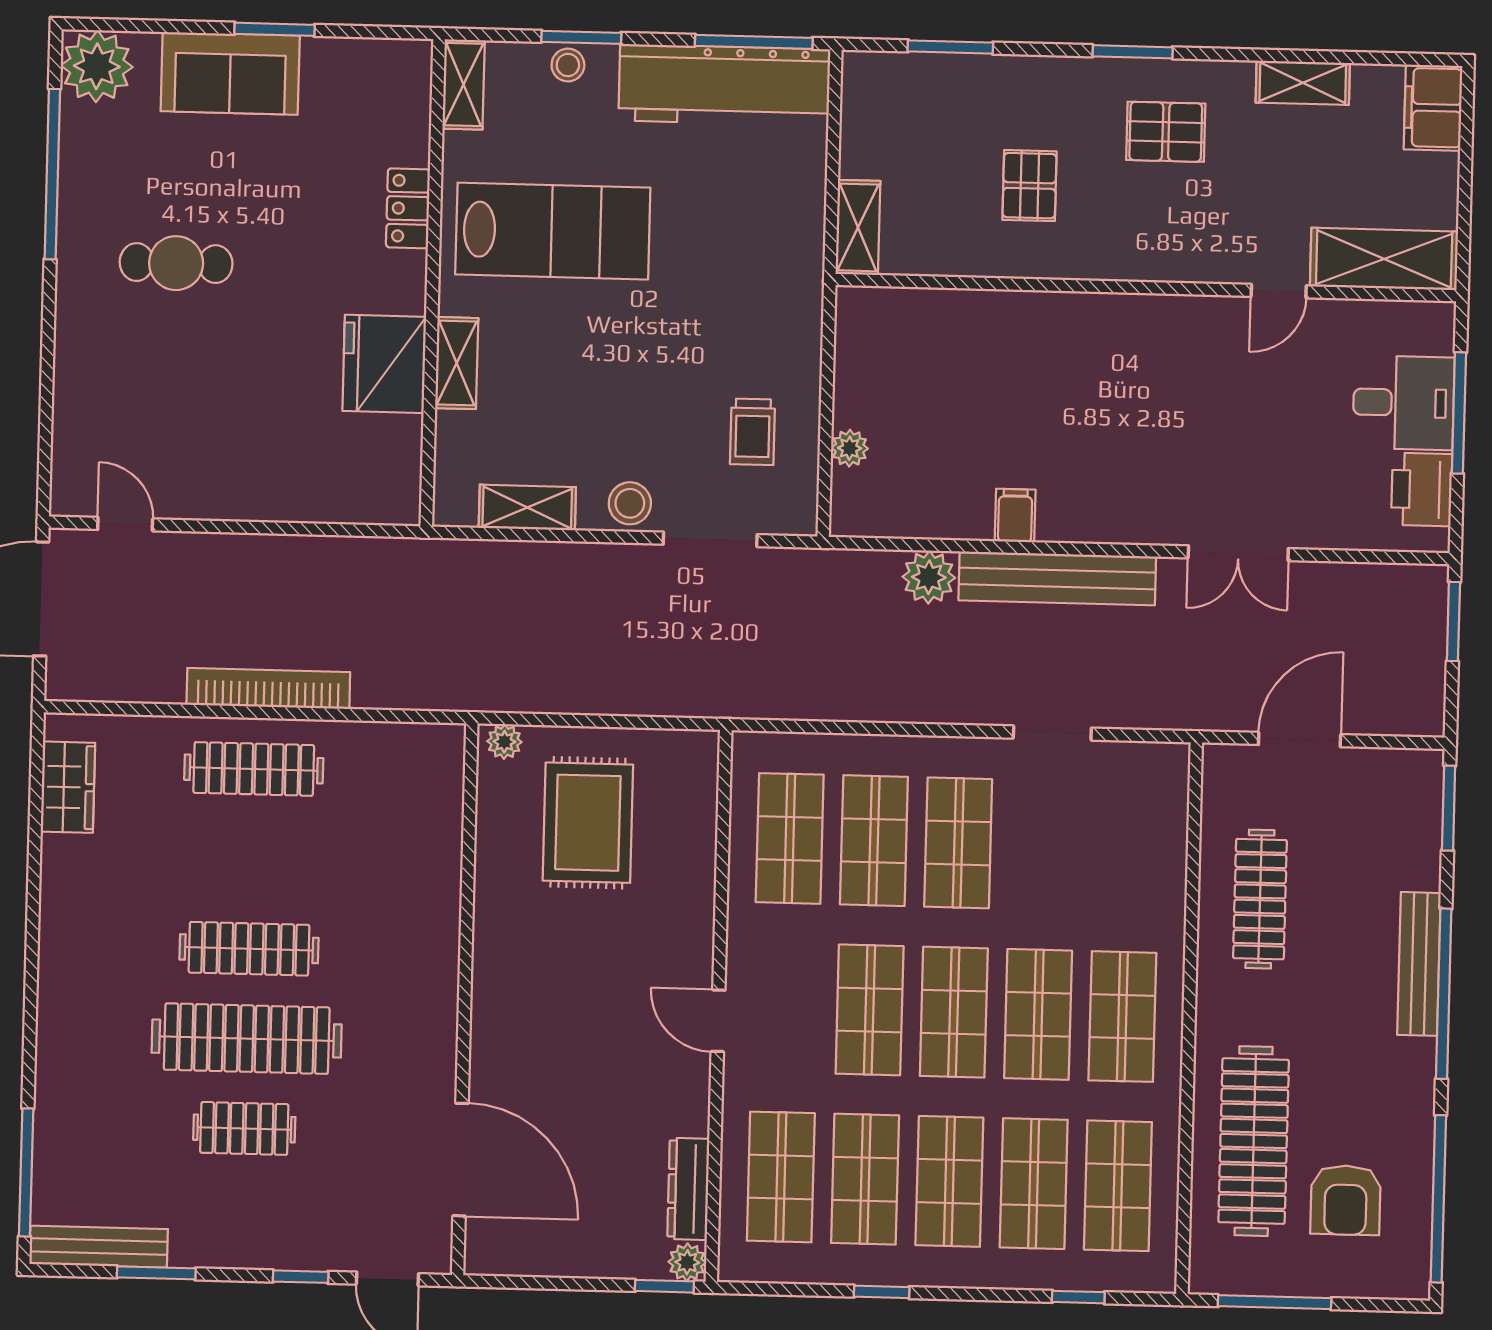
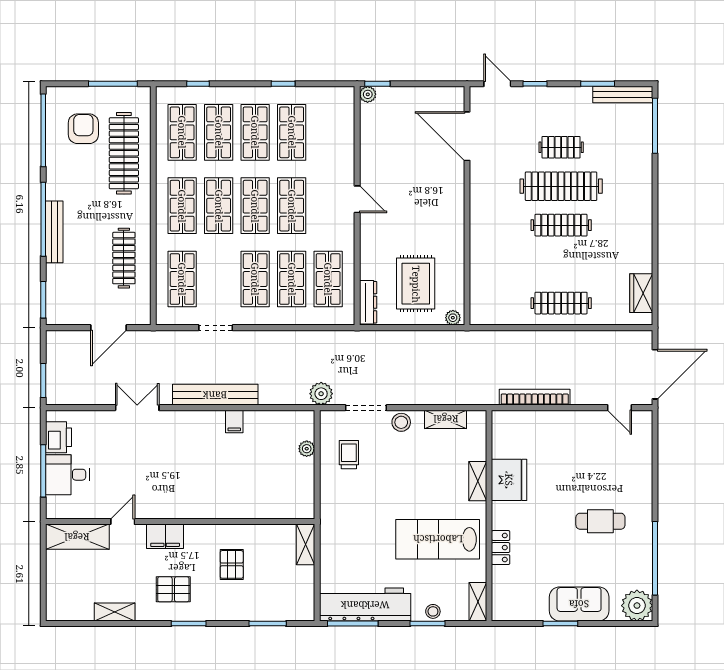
filing cabinet: (1433, 108) -> (165, 536), moved, turned 90
plant: (929, 577) -> (321, 394), moved
bookcase: (268, 688) -> (535, 397), moved, turned 180
shop shelf: (781, 1177) -> (182, 279), moved
dresser: (688, 1189) -> (368, 302), moved

